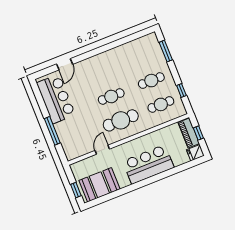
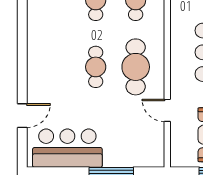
door: (65, 64) -> (22, 116), hinge flipped

